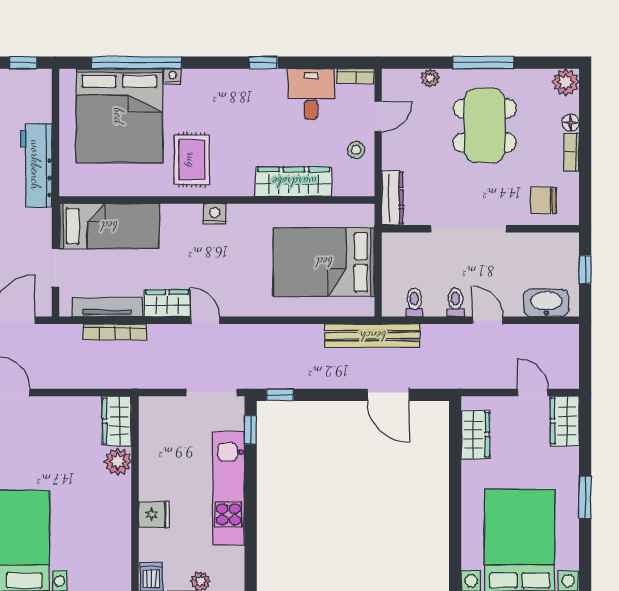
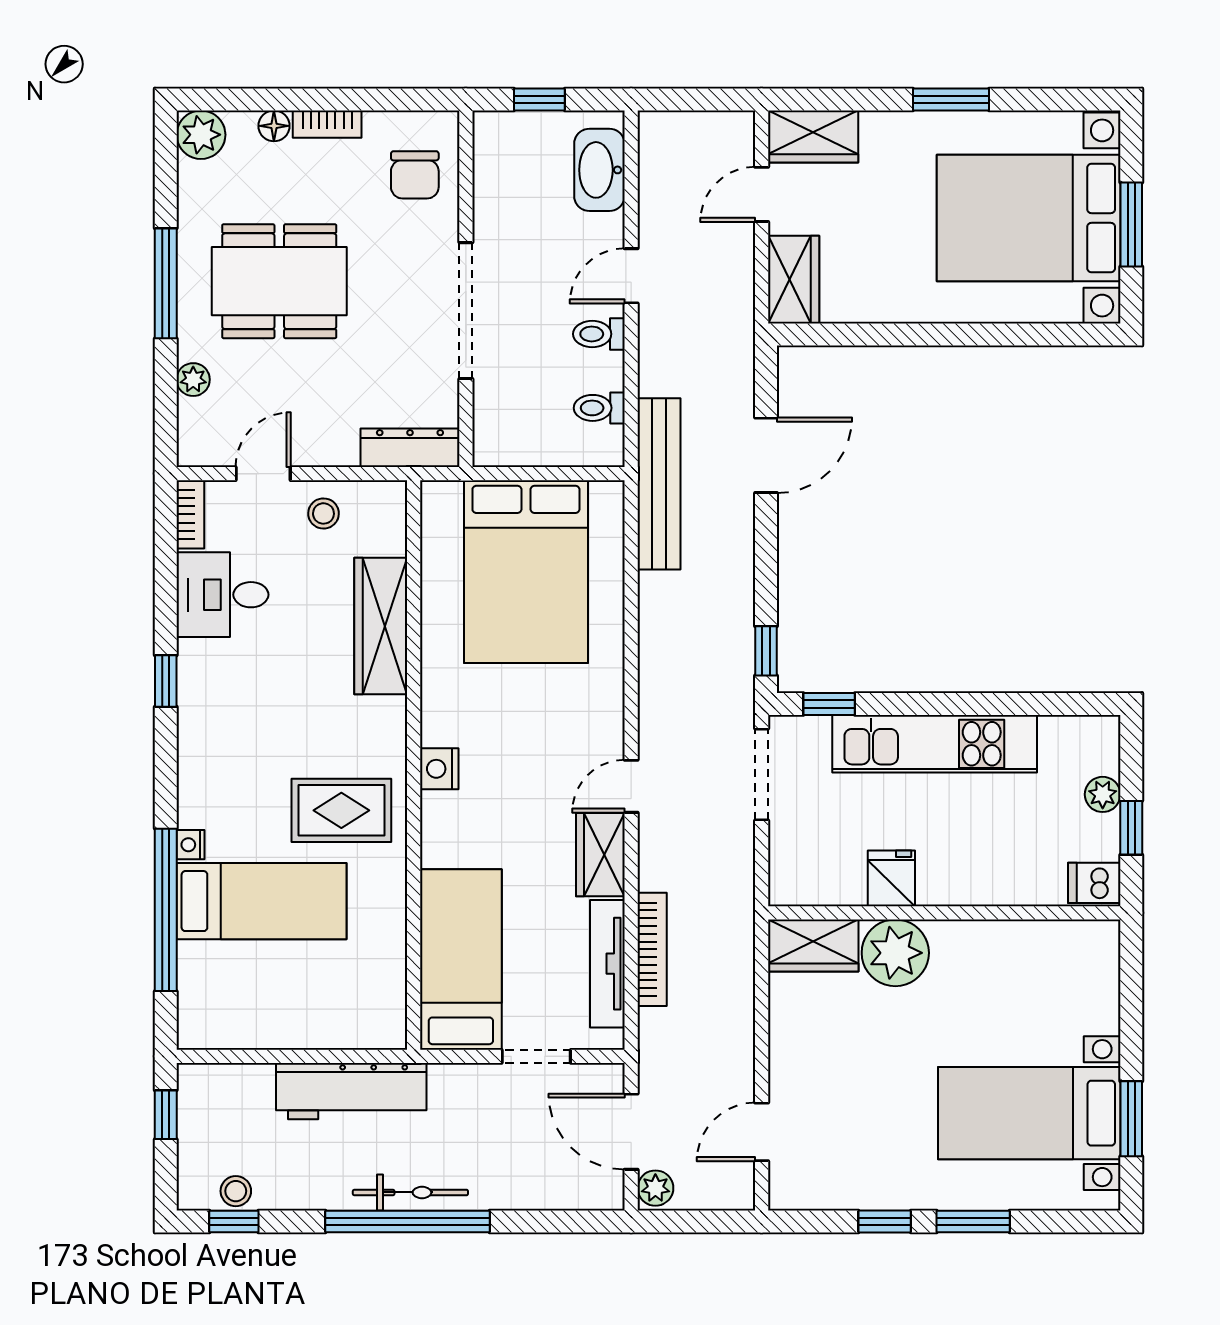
bed: (119, 116) -> (261, 901), width x0.49
door: (378, 117) -> (263, 474), hinge flipped
wardrobe: (475, 435) -> (794, 280), moved, turned 90
plant: (118, 462) -> (895, 953), width x1.36, depth x1.36
fridge: (154, 515) -> (891, 878), moved

